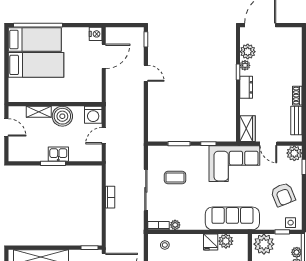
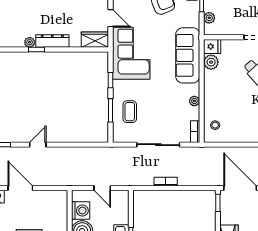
plant: (248, 52) -> (15, 40), removed
dresser: (246, 87) -> (52, 41), width x1.44
washing machine: (93, 115) -> (81, 211), moved
door: (268, 144) -> (110, 18), hinge flipped
coffee table: (175, 178) -> (130, 112), moved
plant: (175, 225) -> (194, 101), moved
fridge: (211, 242) -> (212, 46), moved
plant: (264, 244) -> (209, 18), width x0.53, depth x0.53

